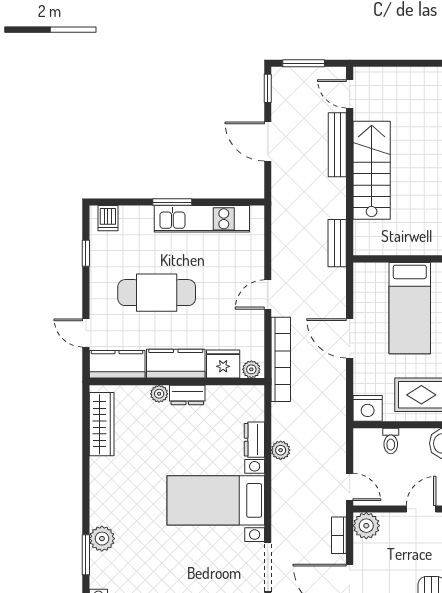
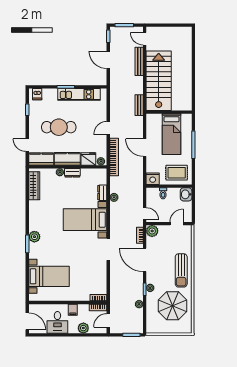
stairs: (372, 170) -> (159, 81), width x1.36, depth x1.51

